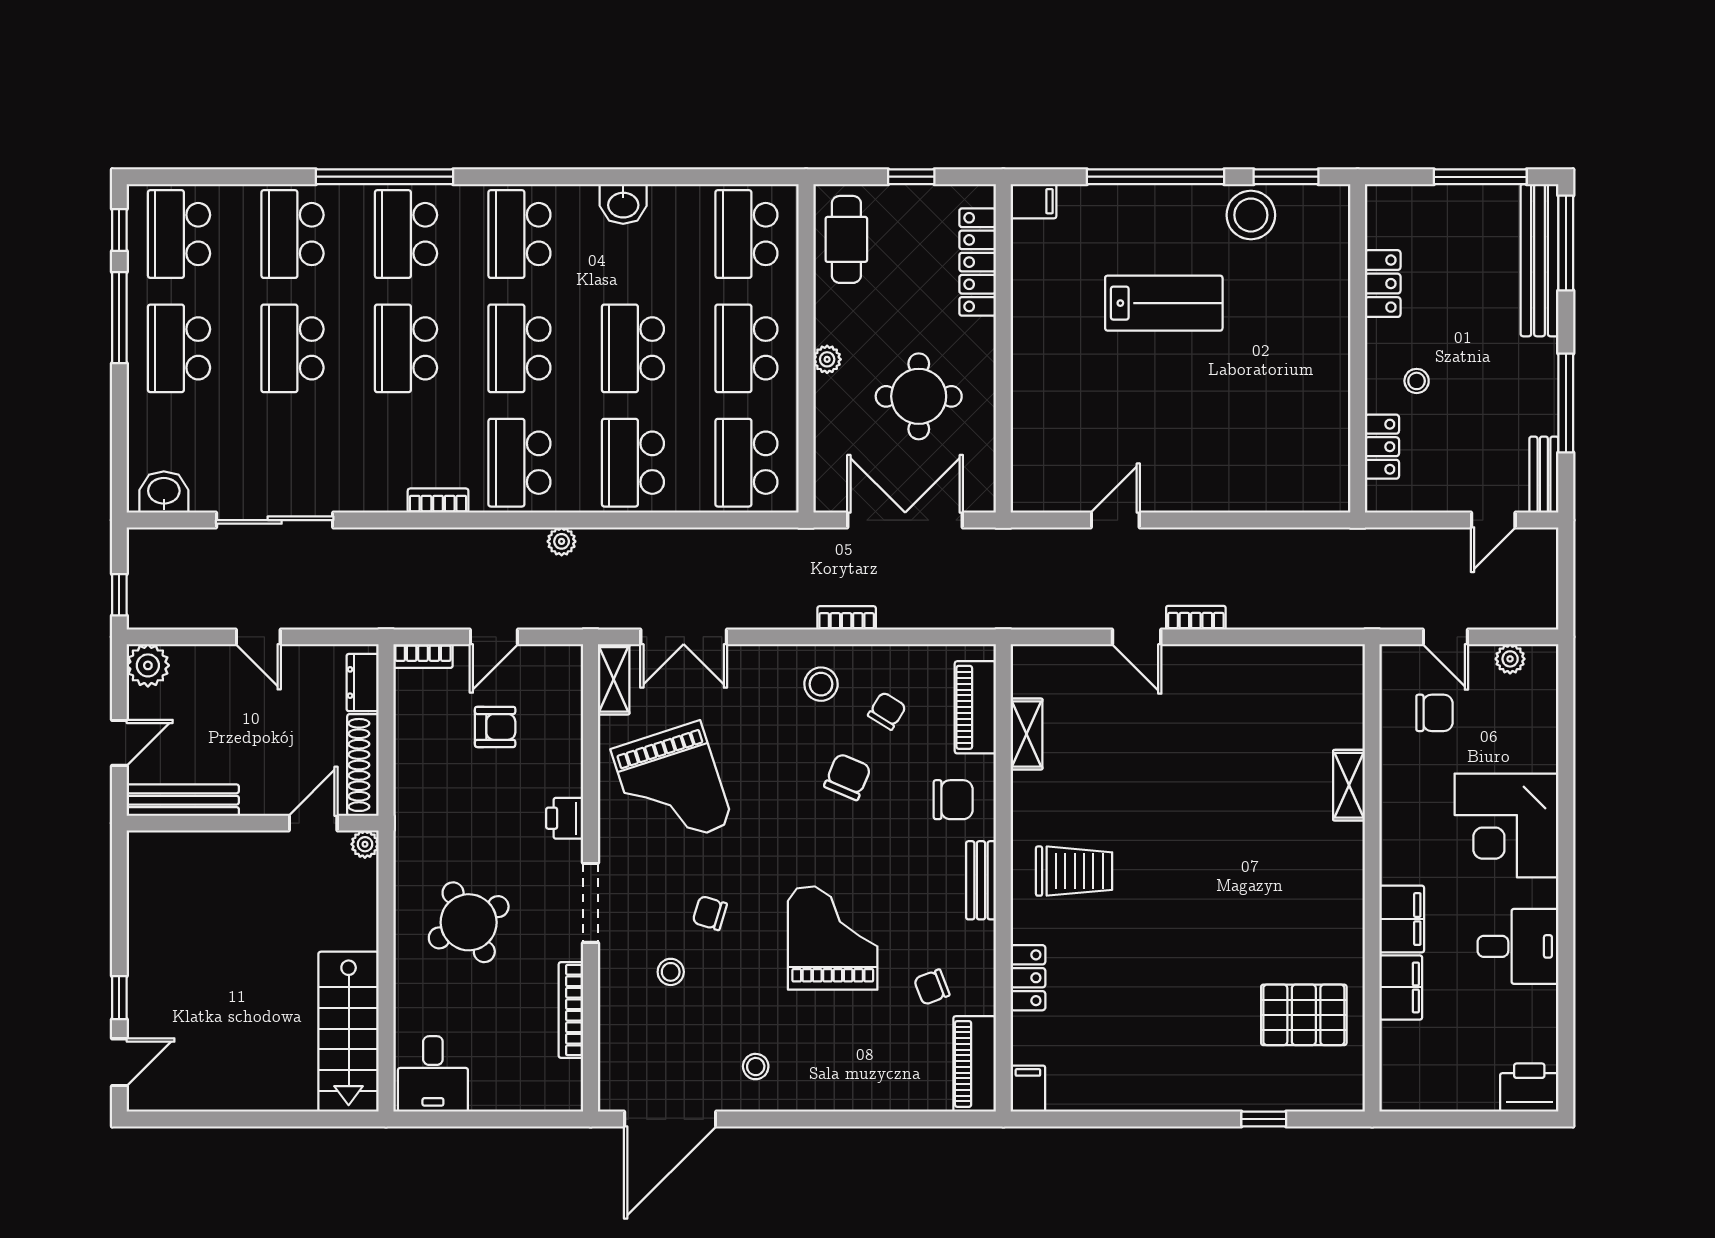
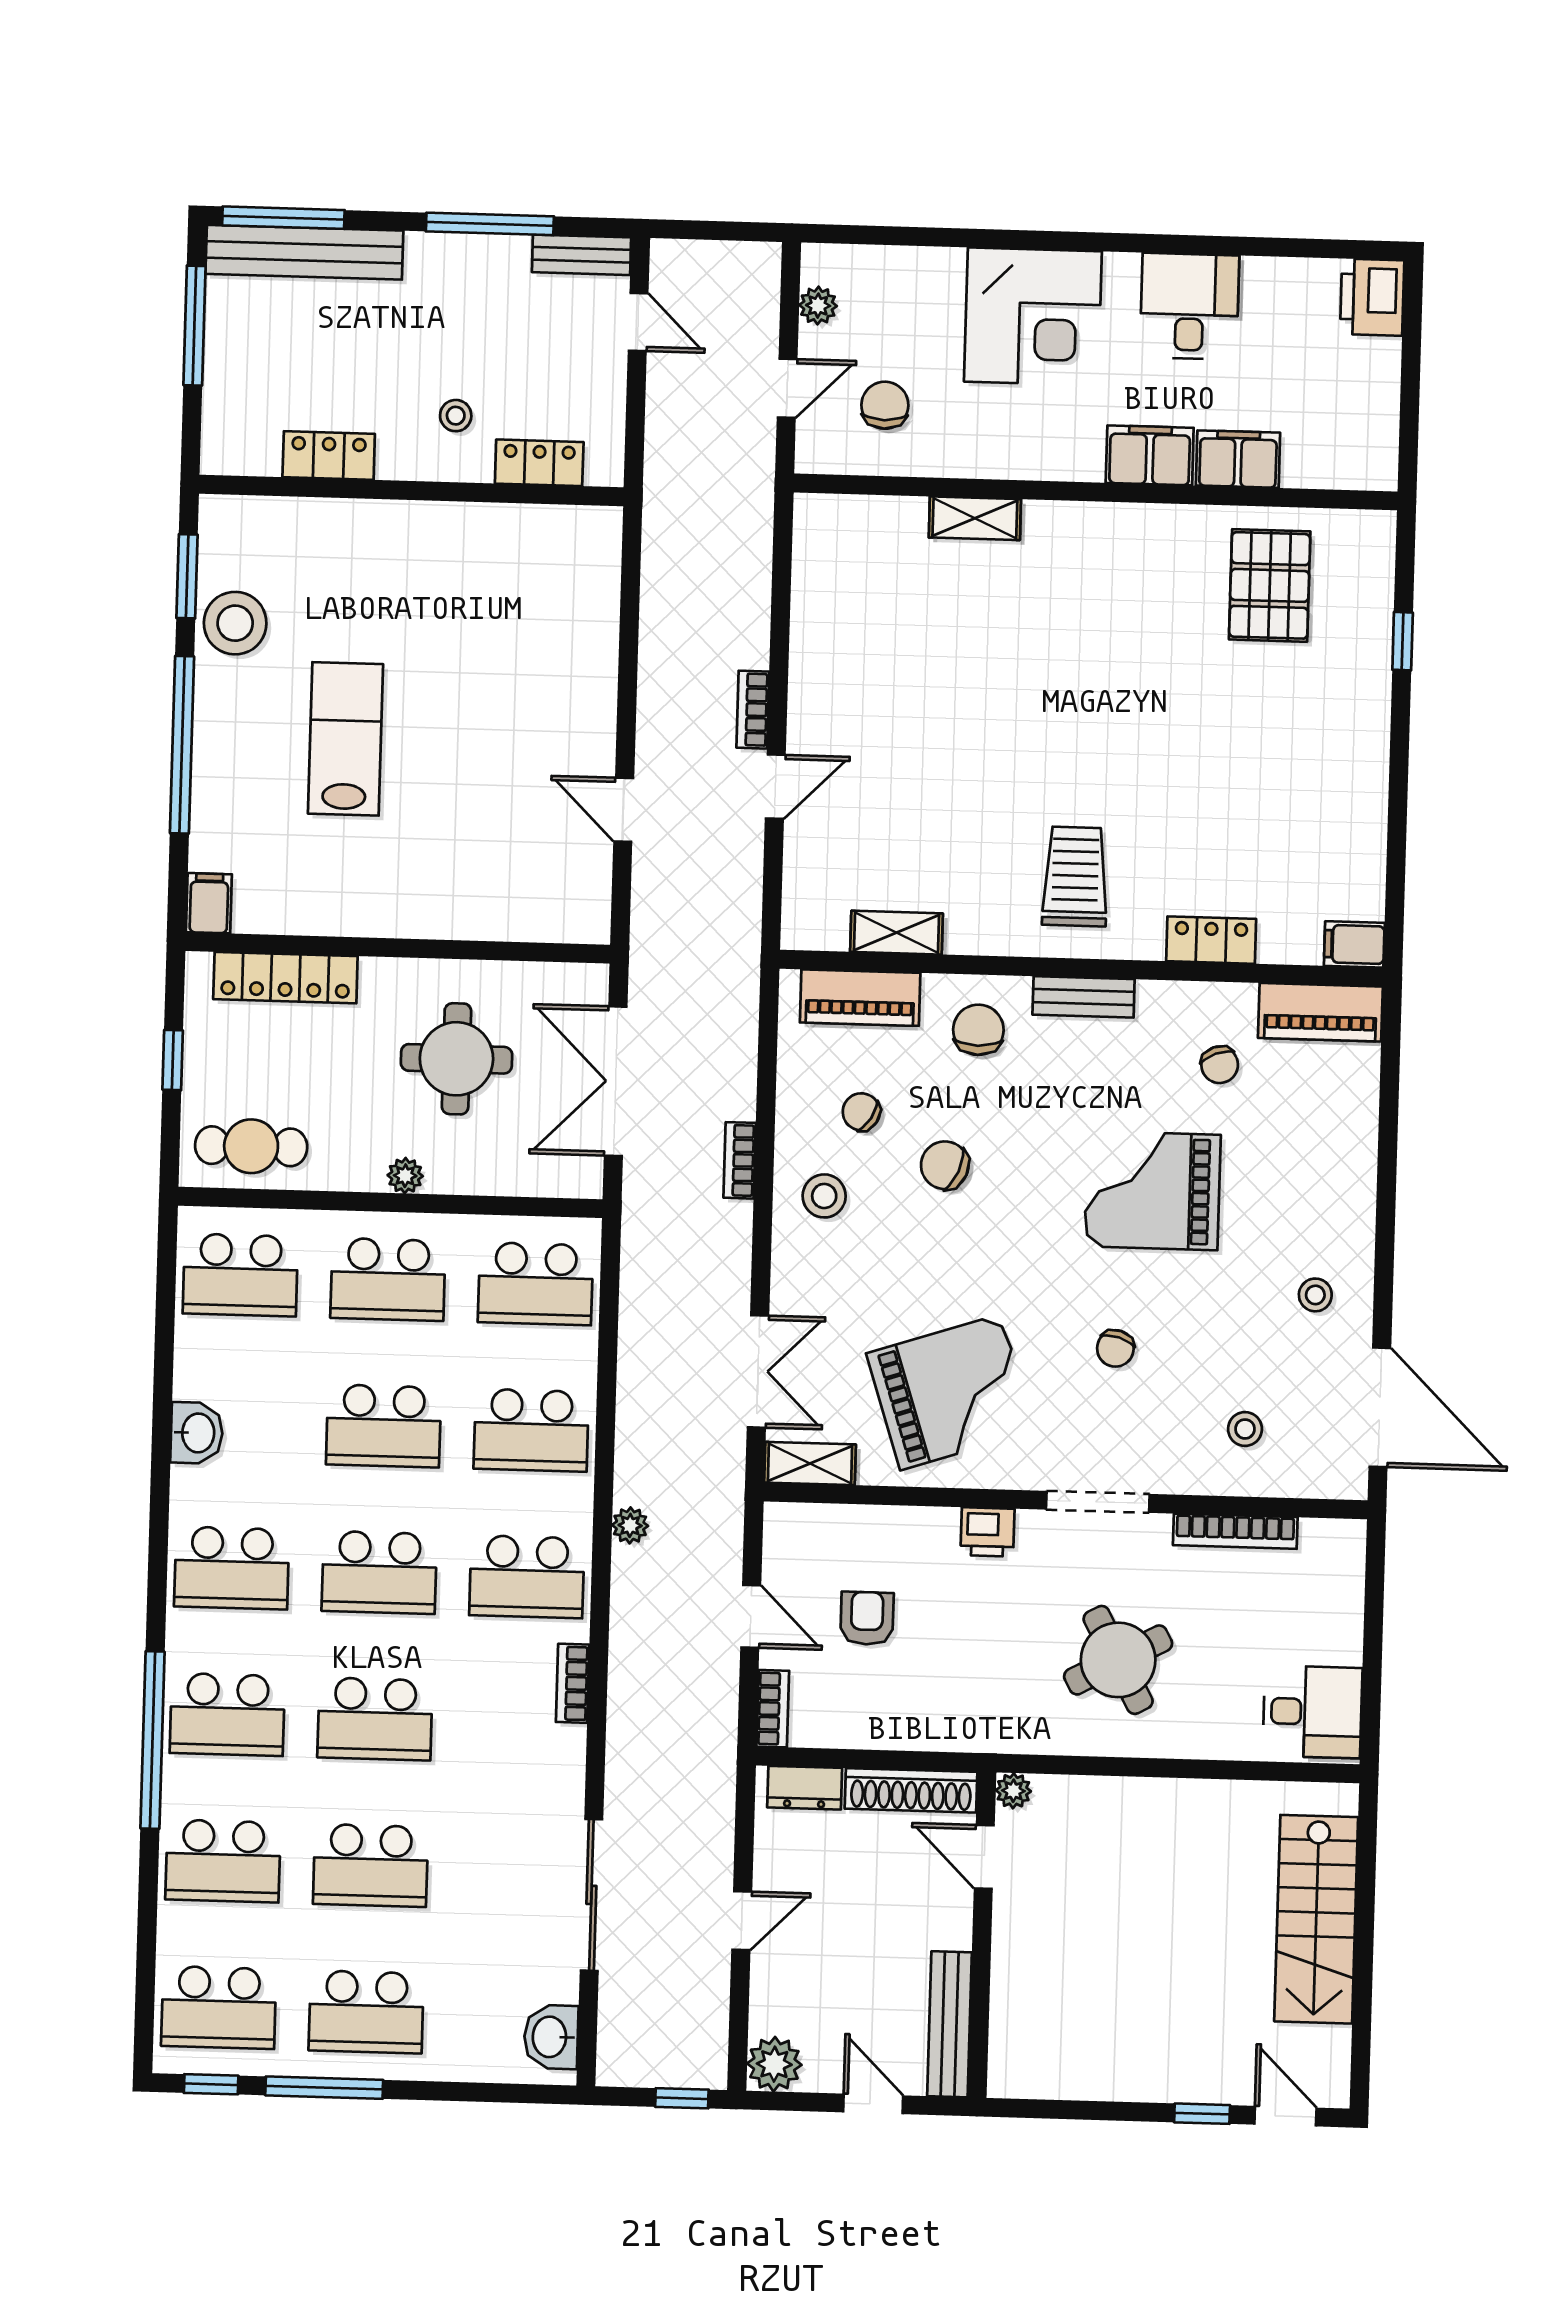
stool: (671, 972) -> (1245, 1429), moved
stairs: (349, 1032) -> (1316, 1919), moved, turned 90

